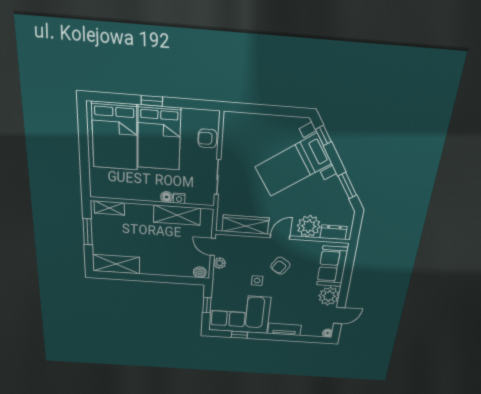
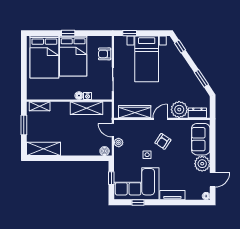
window: (248, 108) -> (130, 33), added
bed with nightstands: (293, 165) -> (147, 59), moved, turned -56

